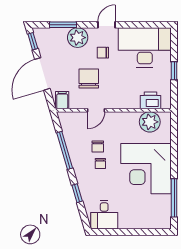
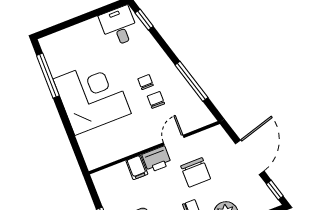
filing cabinet: (62, 100) -> (137, 167), moved
printer: (150, 100) -> (157, 159), moved
plant: (150, 122) -> (108, 150), removed
window: (77, 193) -> (144, 20), moved

